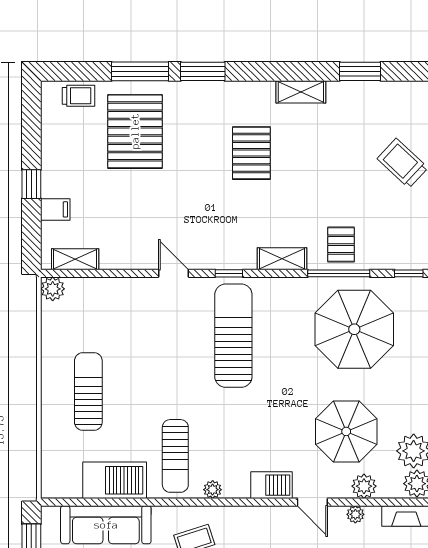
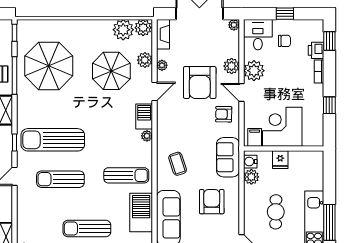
sun lounger: (169, 348) -> (60, 179), added
plant: (213, 490) -> (147, 136), moved

